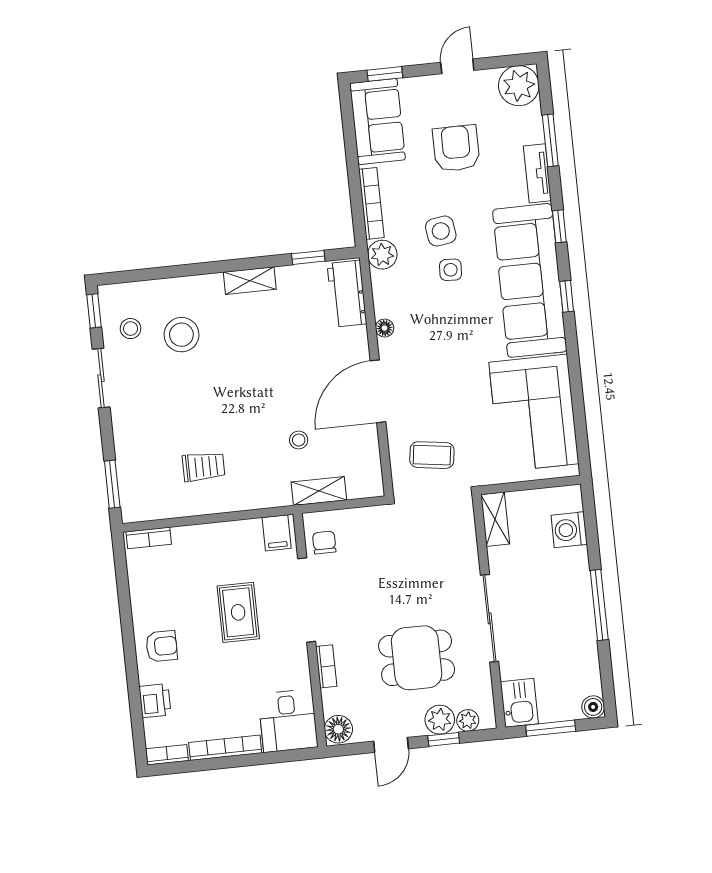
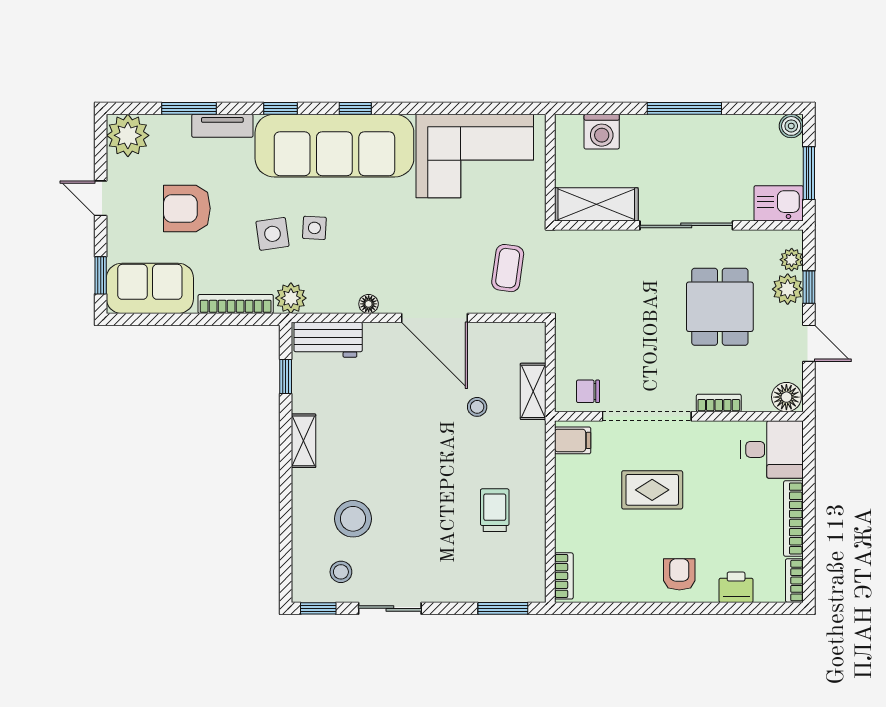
shelving: (495, 519) -> (596, 204), width x1.50, depth x1.33

